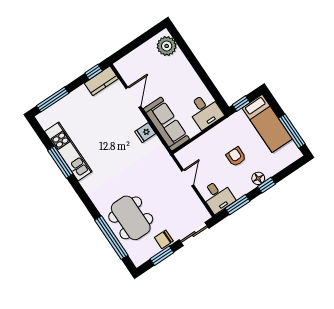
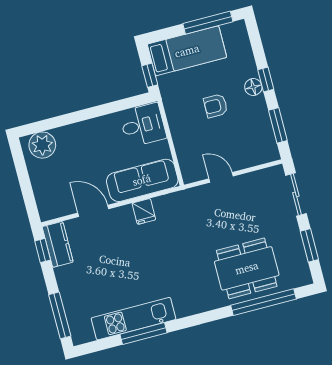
desk: (218, 196) -> (258, 147), removed
chair: (164, 239) -> (289, 236), removed

